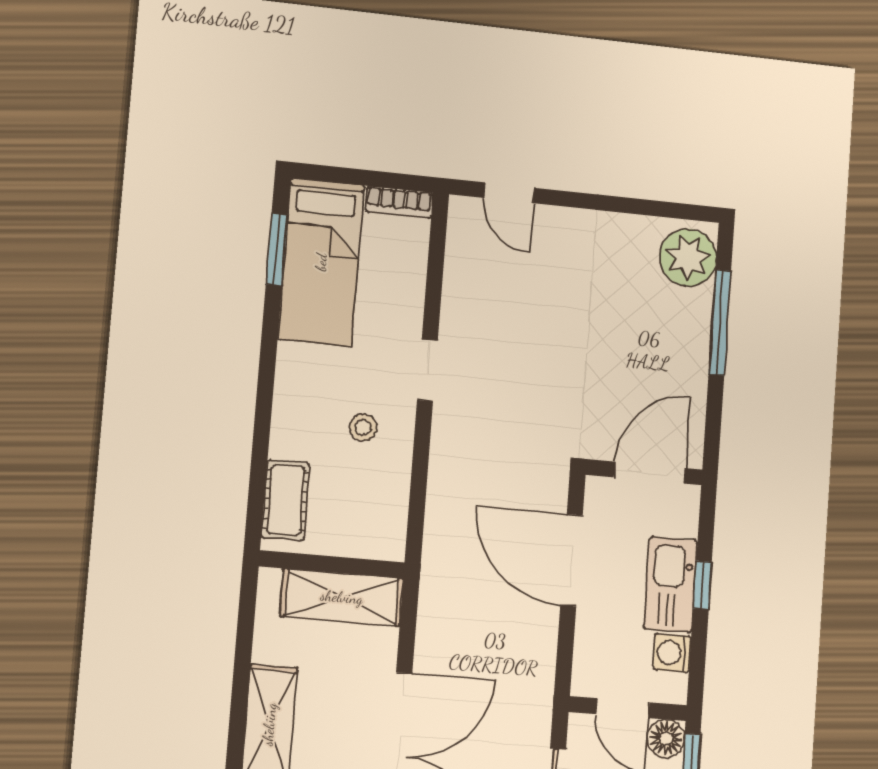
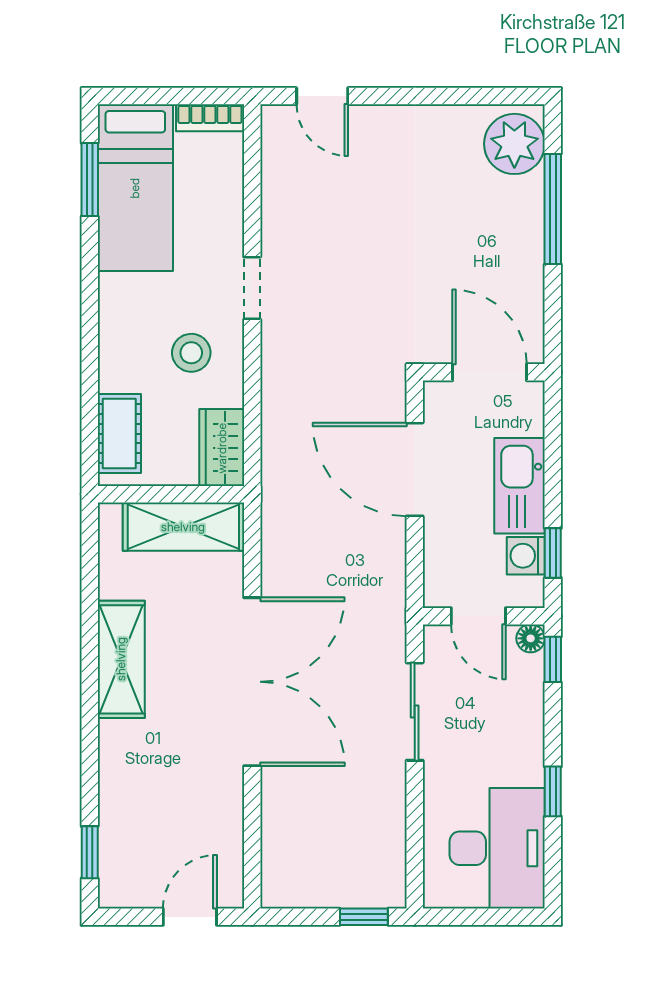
stool: (363, 427) -> (191, 353), width x1.37, depth x1.37
door: (650, 473) -> (489, 372), hinge flipped
wardrobe: (386, 523) -> (222, 448), added
window: (702, 585) -> (553, 553), moved
floor lamp: (666, 739) -> (531, 638), width x0.73, depth x0.73

